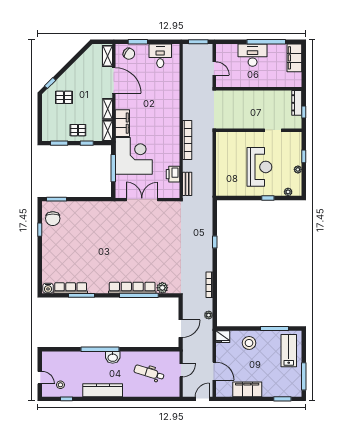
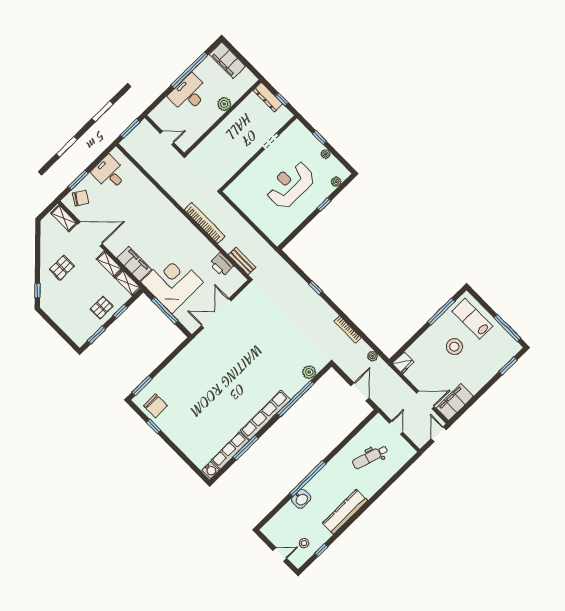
plant: (267, 82) -> (224, 104), added
pallet: (64, 97) -> (62, 268), moved
reception desk: (259, 167) -> (290, 185), turned -90
row of seats: (132, 288) -> (265, 415), moved
stool: (249, 343) -> (454, 347), moved
washbasin: (113, 357) -> (301, 499), moved
filing cabinet: (247, 389) -> (455, 402), moved

